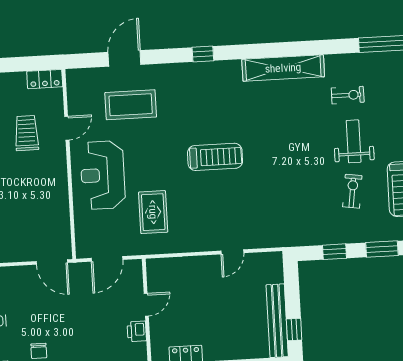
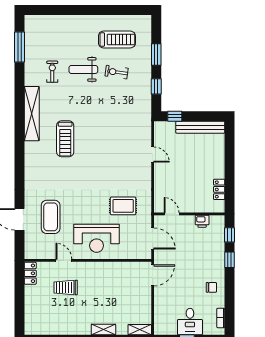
window: (203, 54) -> (19, 167), removed
treadmill: (215, 157) -> (65, 139), moved, turned 180
door: (146, 305) -> (172, 214), moved
window: (294, 329) -> (175, 116), moved

